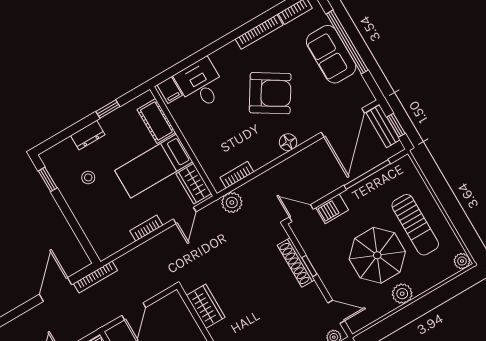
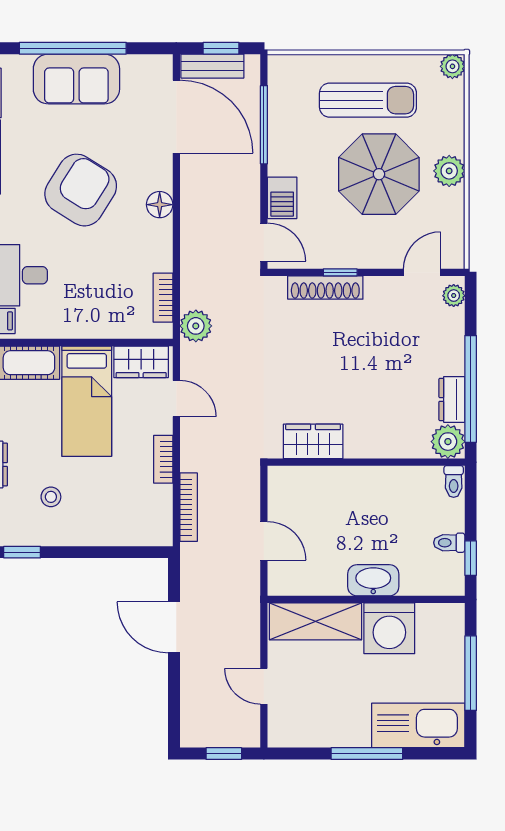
door: (301, 213) -> (264, 242), swing flipped
bookcase: (96, 277) -> (189, 507), moved

